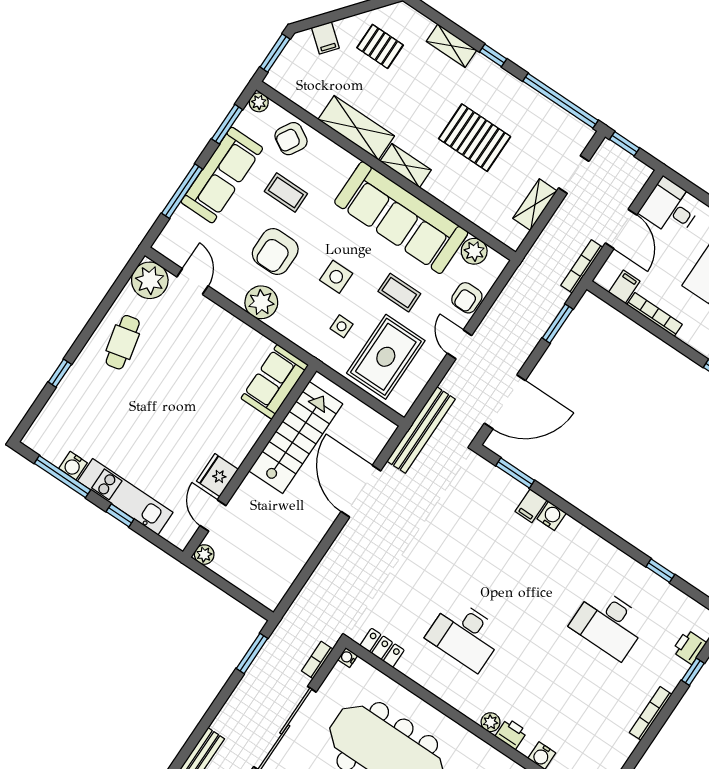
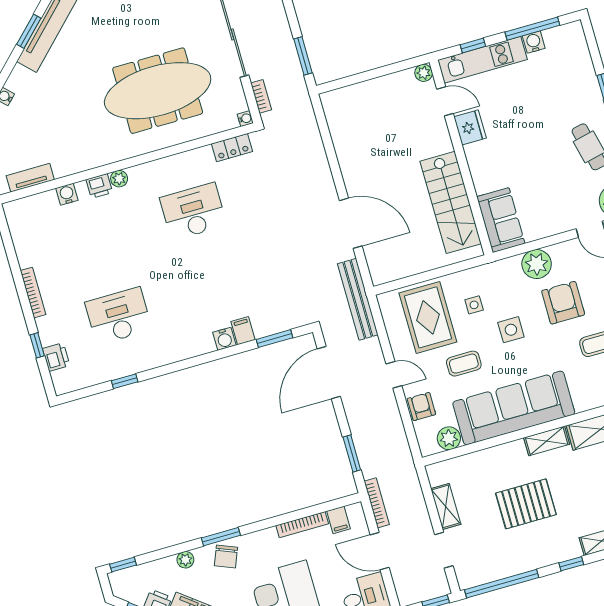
sofa: (275, 382) -> (501, 220), moved
stairs: (296, 437) -> (451, 202), moved
wall: (250, 461) -> (461, 157), moved
fridge: (217, 475) -> (470, 127), moved
door: (213, 516) -> (445, 101), moved
plant: (204, 555) -> (424, 73), moved

